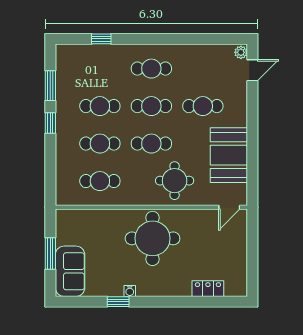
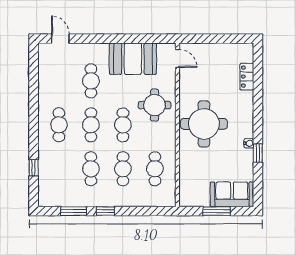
plant: (241, 52) -> (45, 48), removed

